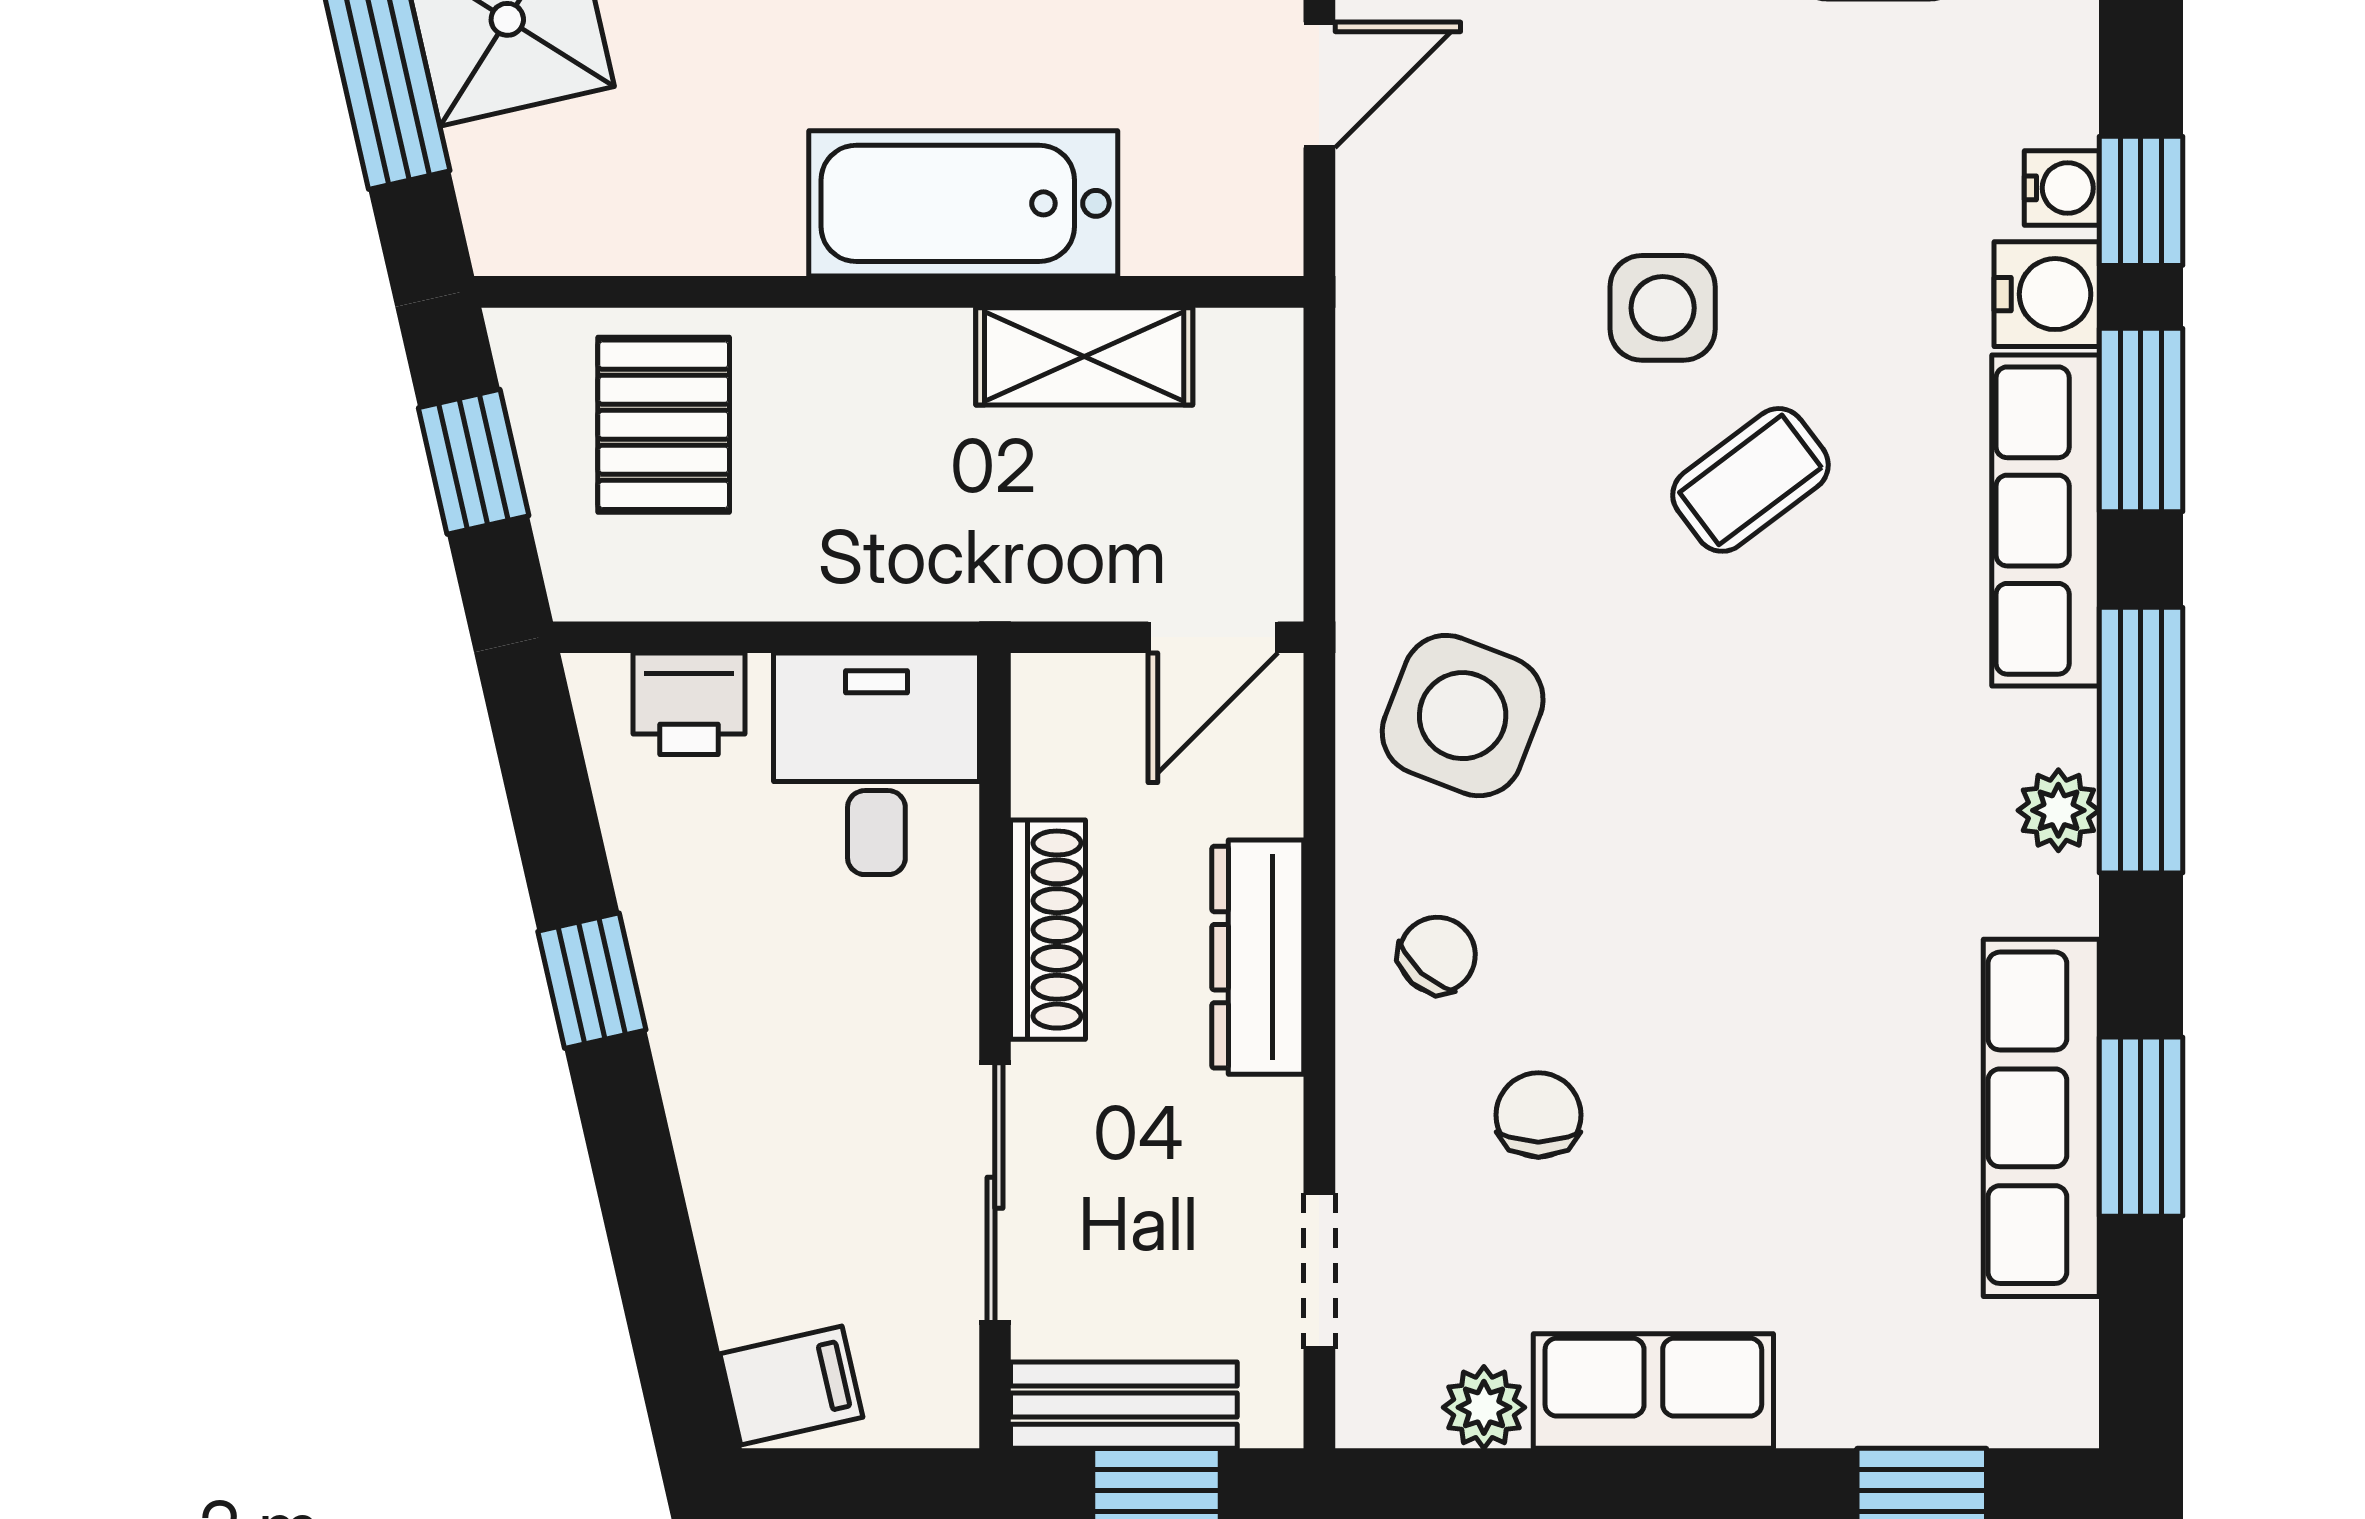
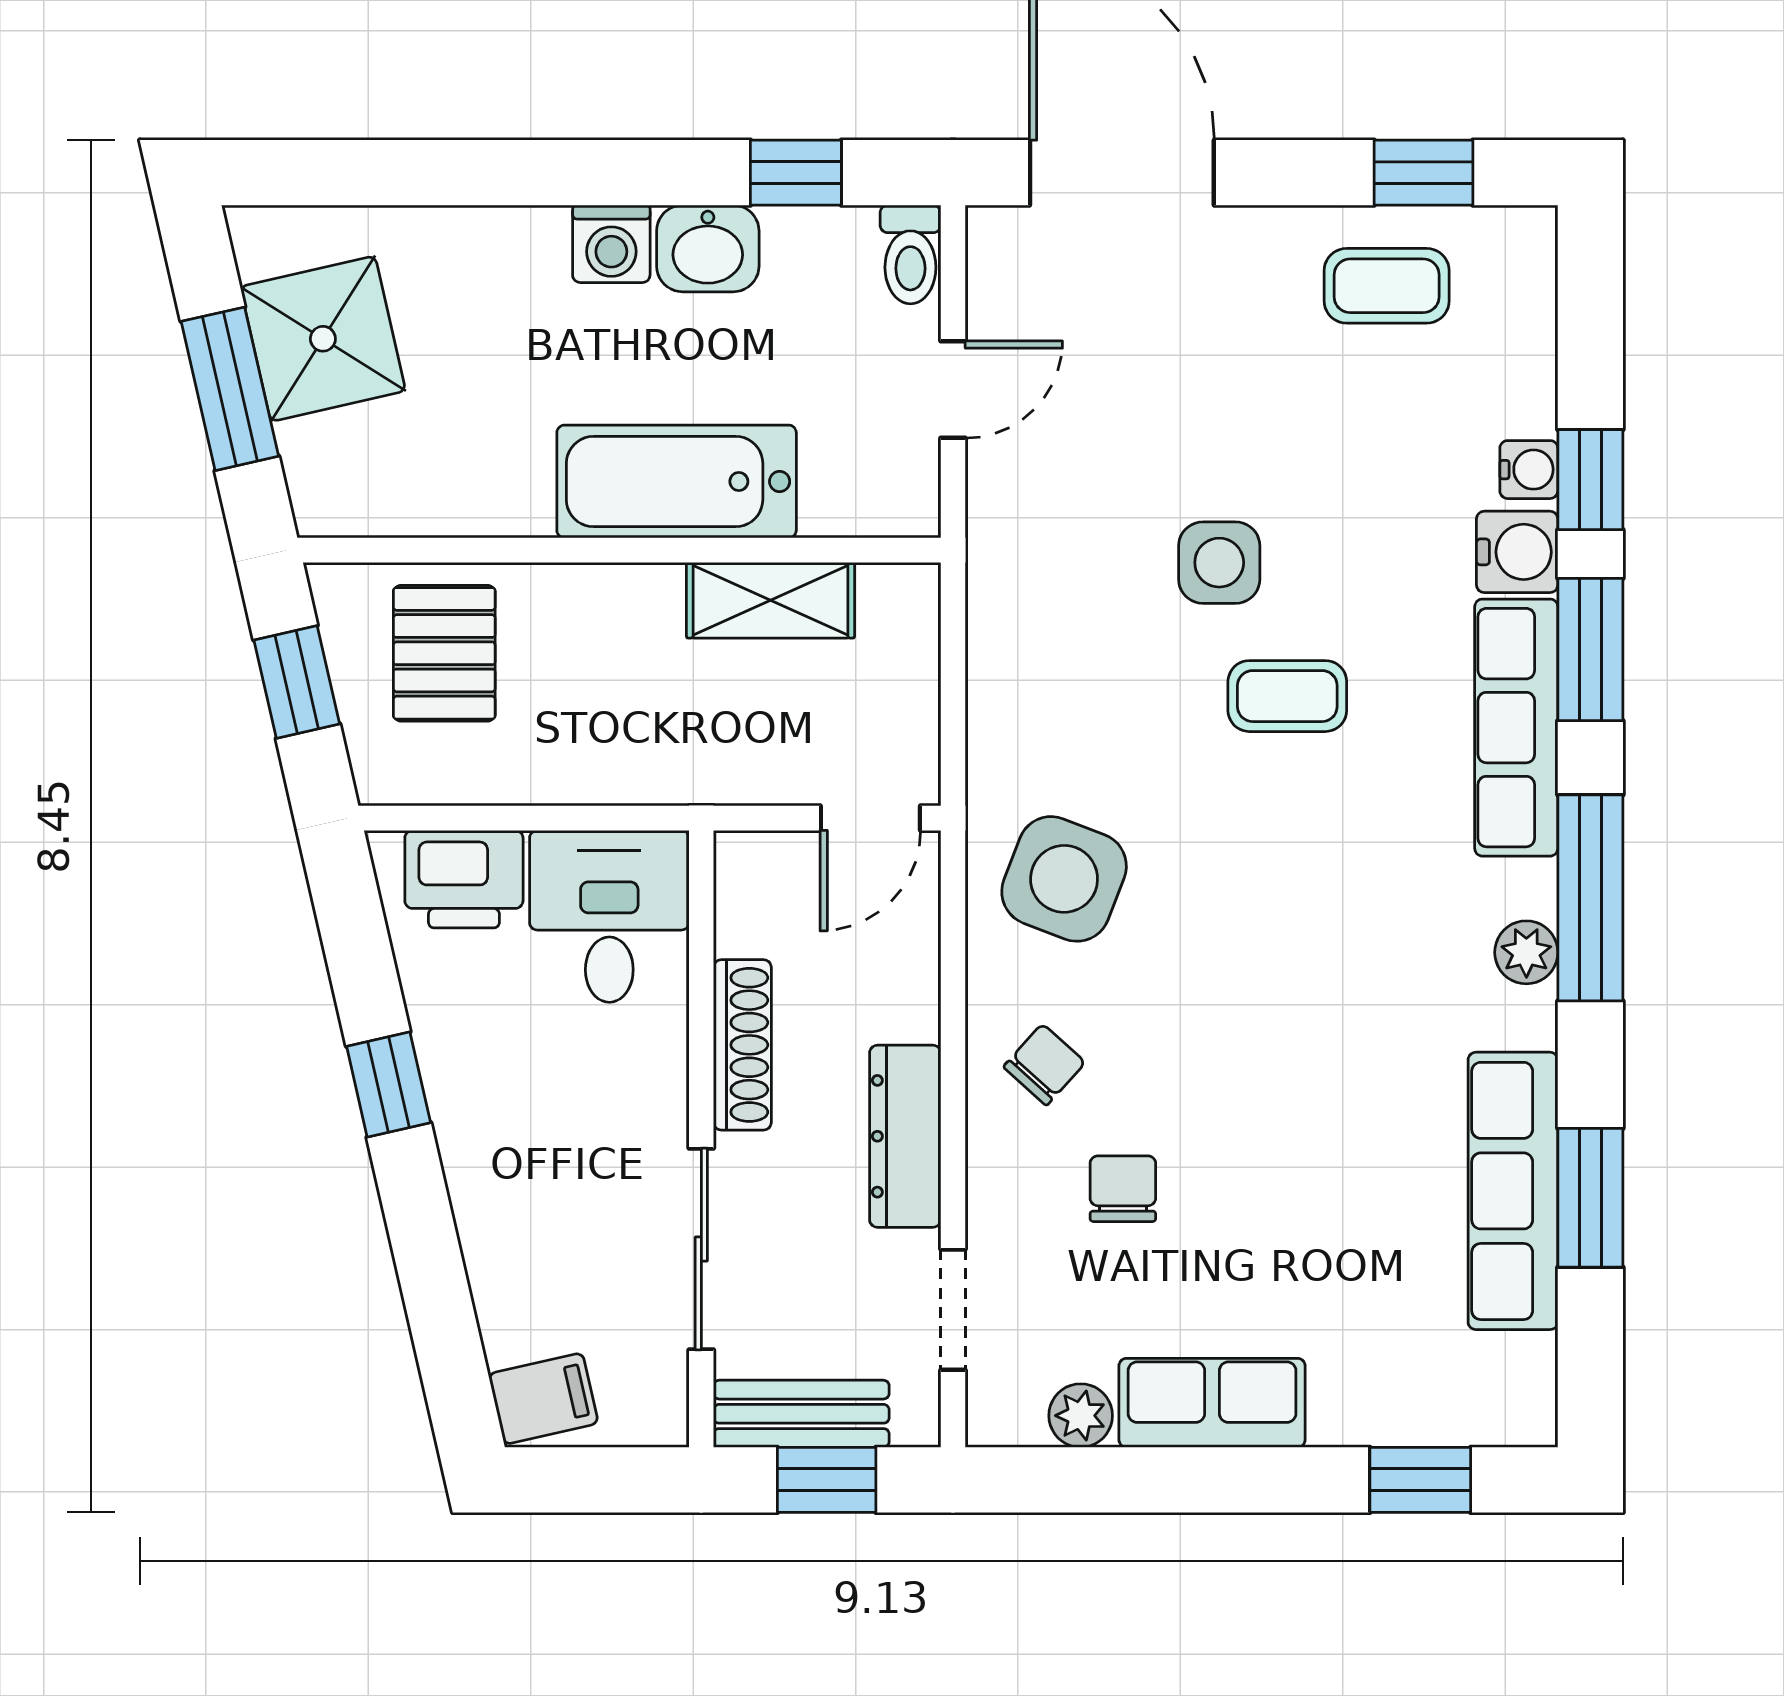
coffee table: (1750, 480) -> (1287, 696), turned 37
printer: (689, 704) -> (464, 879), width x1.36, depth x1.24
dresser: (1258, 957) -> (905, 1136), moved

